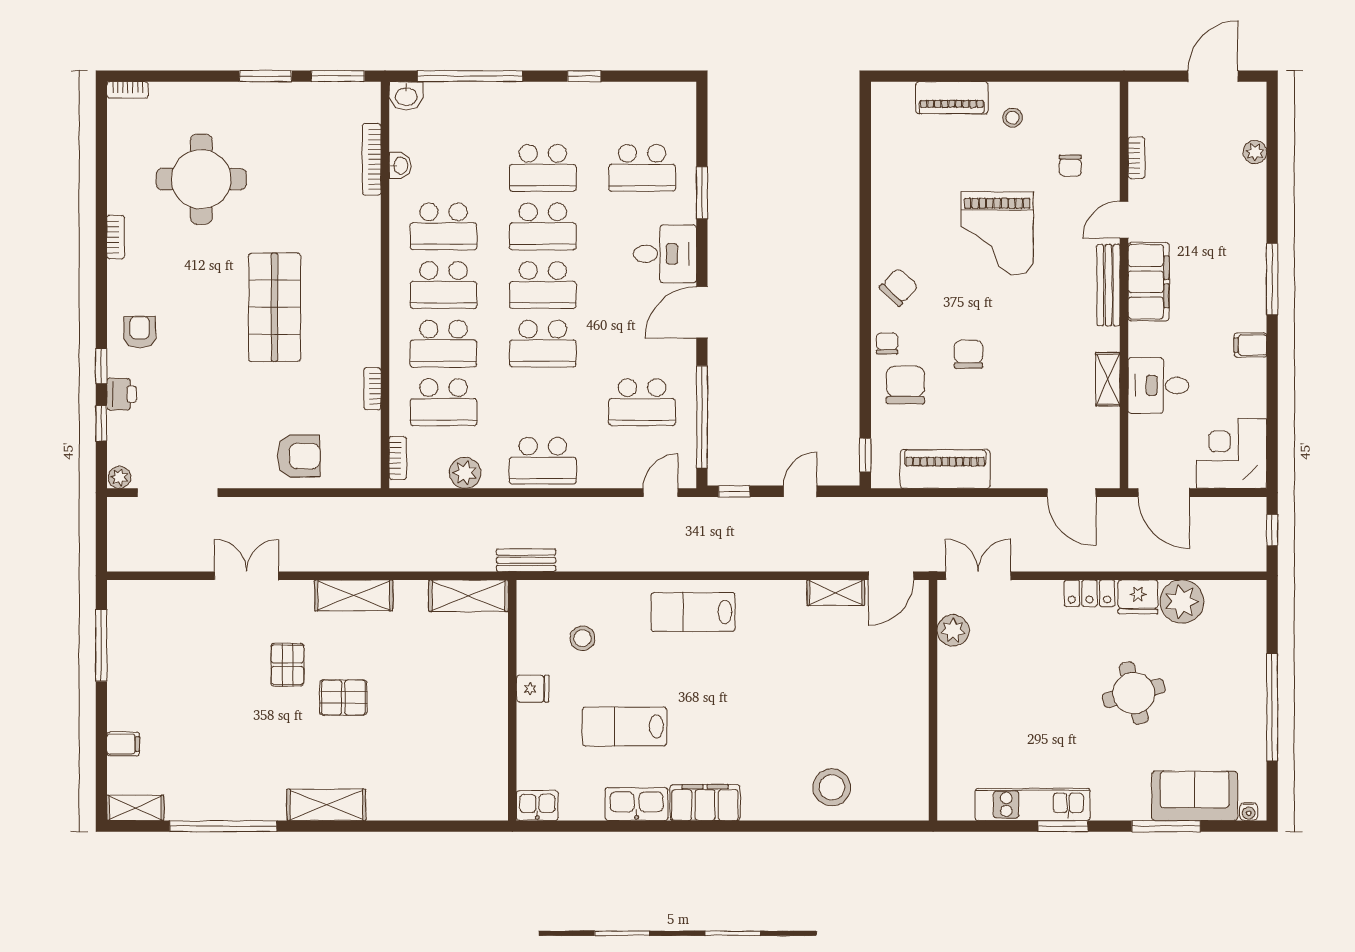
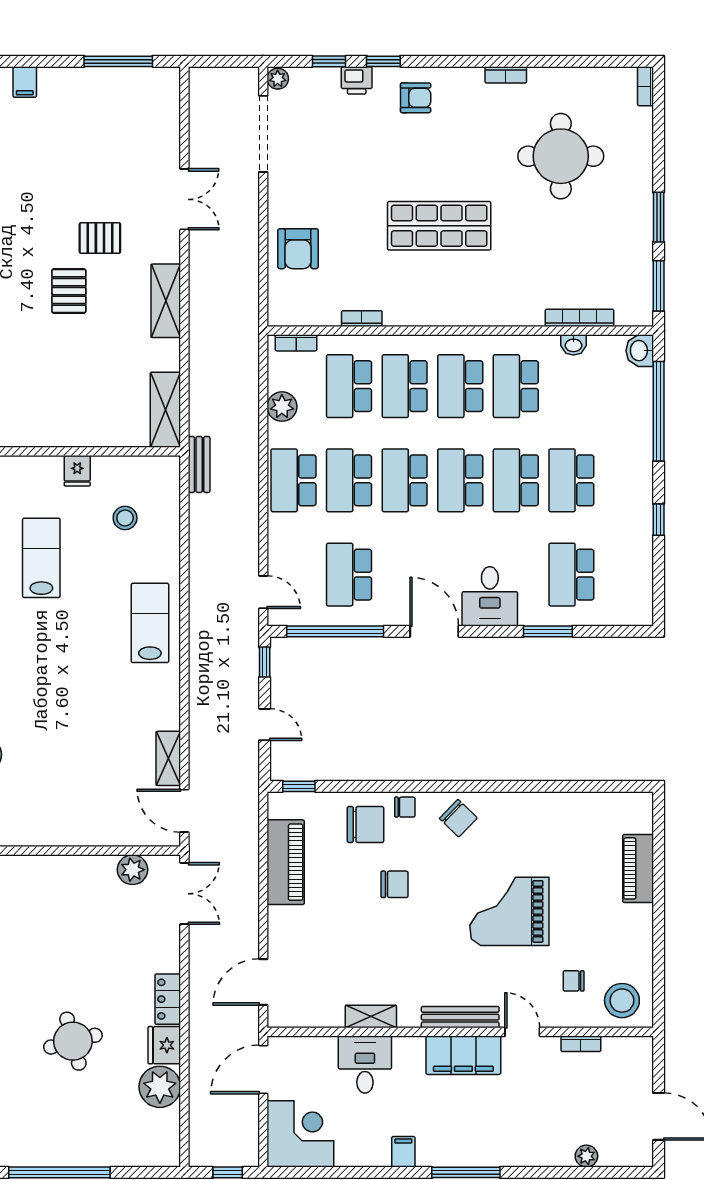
stool: (1012, 118) -> (622, 1001), moved, width x1.89, depth x1.89
school desk: (543, 402) -> (349, 480), added

